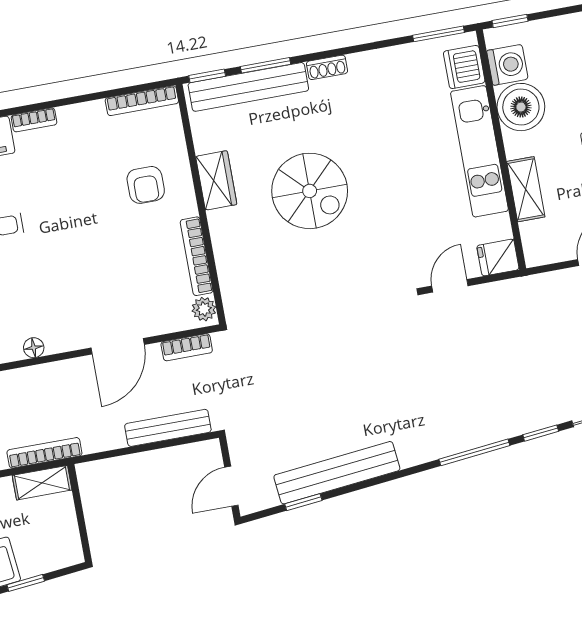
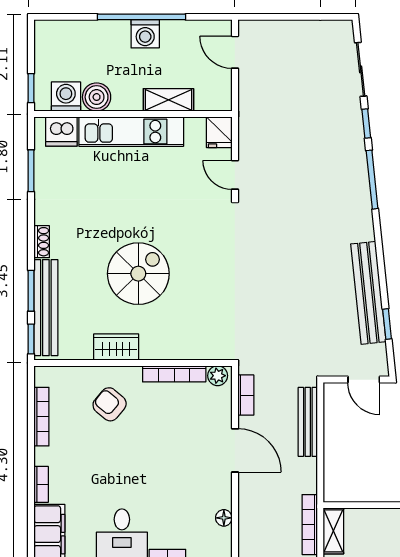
window: (439, 34) -> (31, 171), moved
bookcase: (142, 101) -> (41, 417), moved
boiler: (521, 107) -> (97, 97), width x0.73, depth x0.73
armchair: (146, 185) -> (110, 404), turned -140

